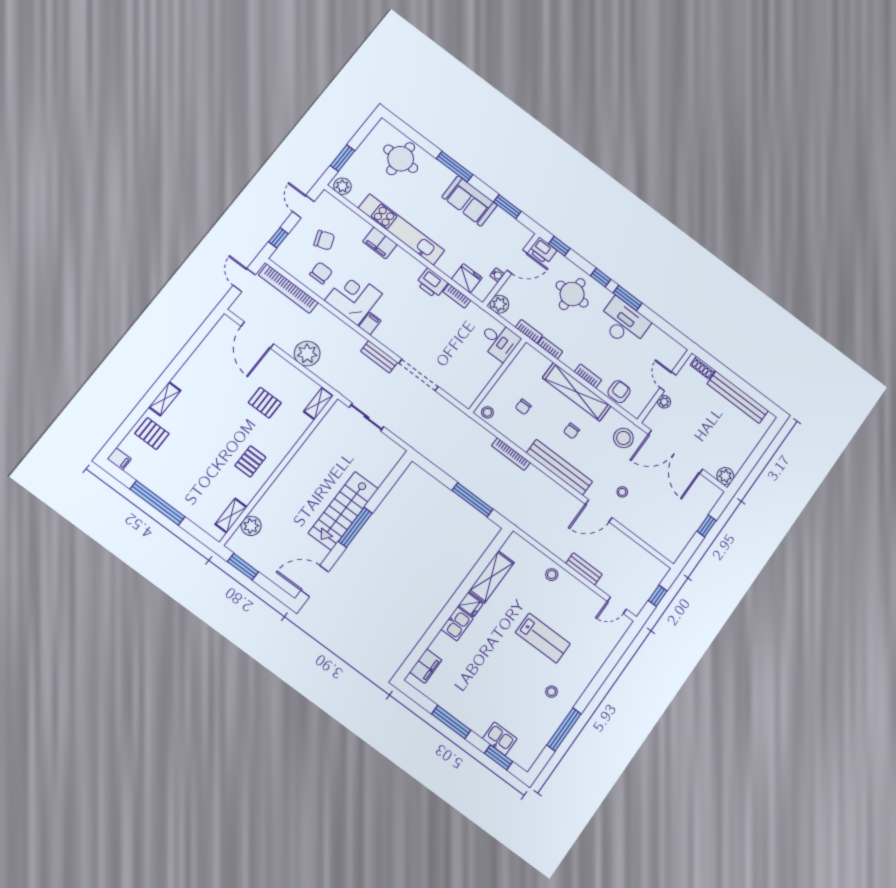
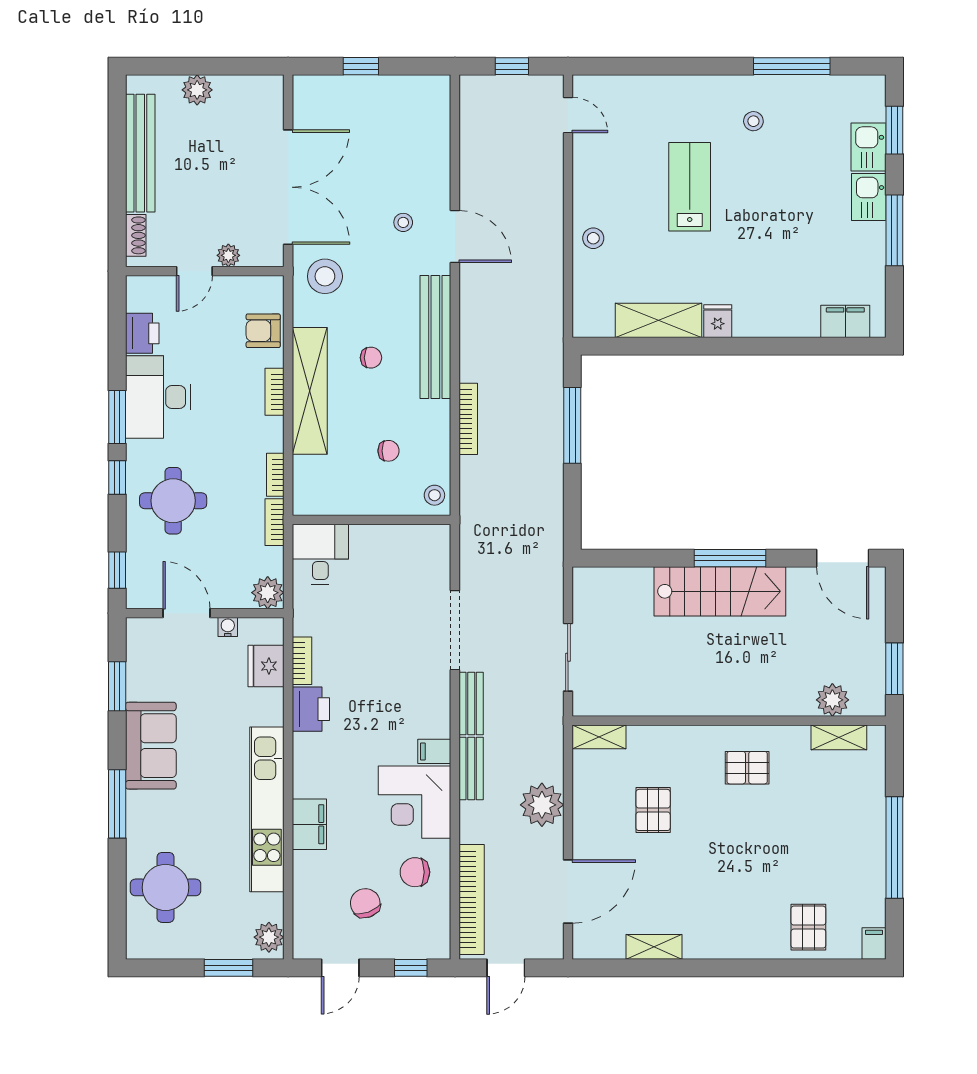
printer: (543, 251) -> (142, 333), moved
shelving: (165, 399) -> (654, 947), moved
plant: (725, 476) -> (197, 90), moved
bench: (584, 569) -> (471, 769), moved
kitchen sink: (457, 624) -> (869, 197), moved, turned -90

